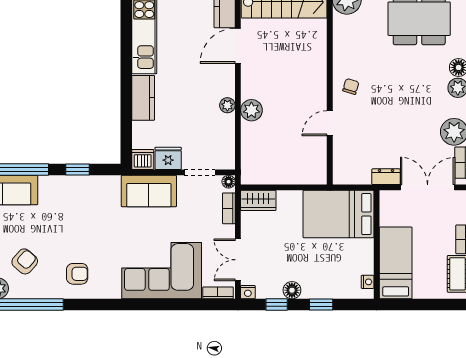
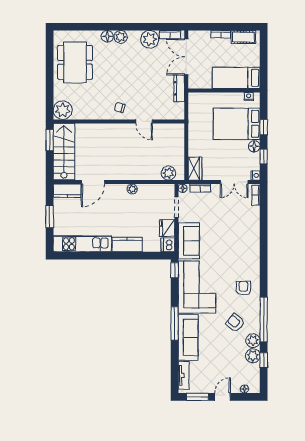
door: (238, 46) -> (93, 182), hinge flipped
plant: (251, 110) -> (168, 173), moved
window: (78, 170) -> (175, 270), moved
dresser: (386, 177) -> (179, 88), width x1.44
bed: (338, 214) -> (237, 124), moved, turned 90
corner sofa: (162, 271) -> (197, 287), moved, turned 180

